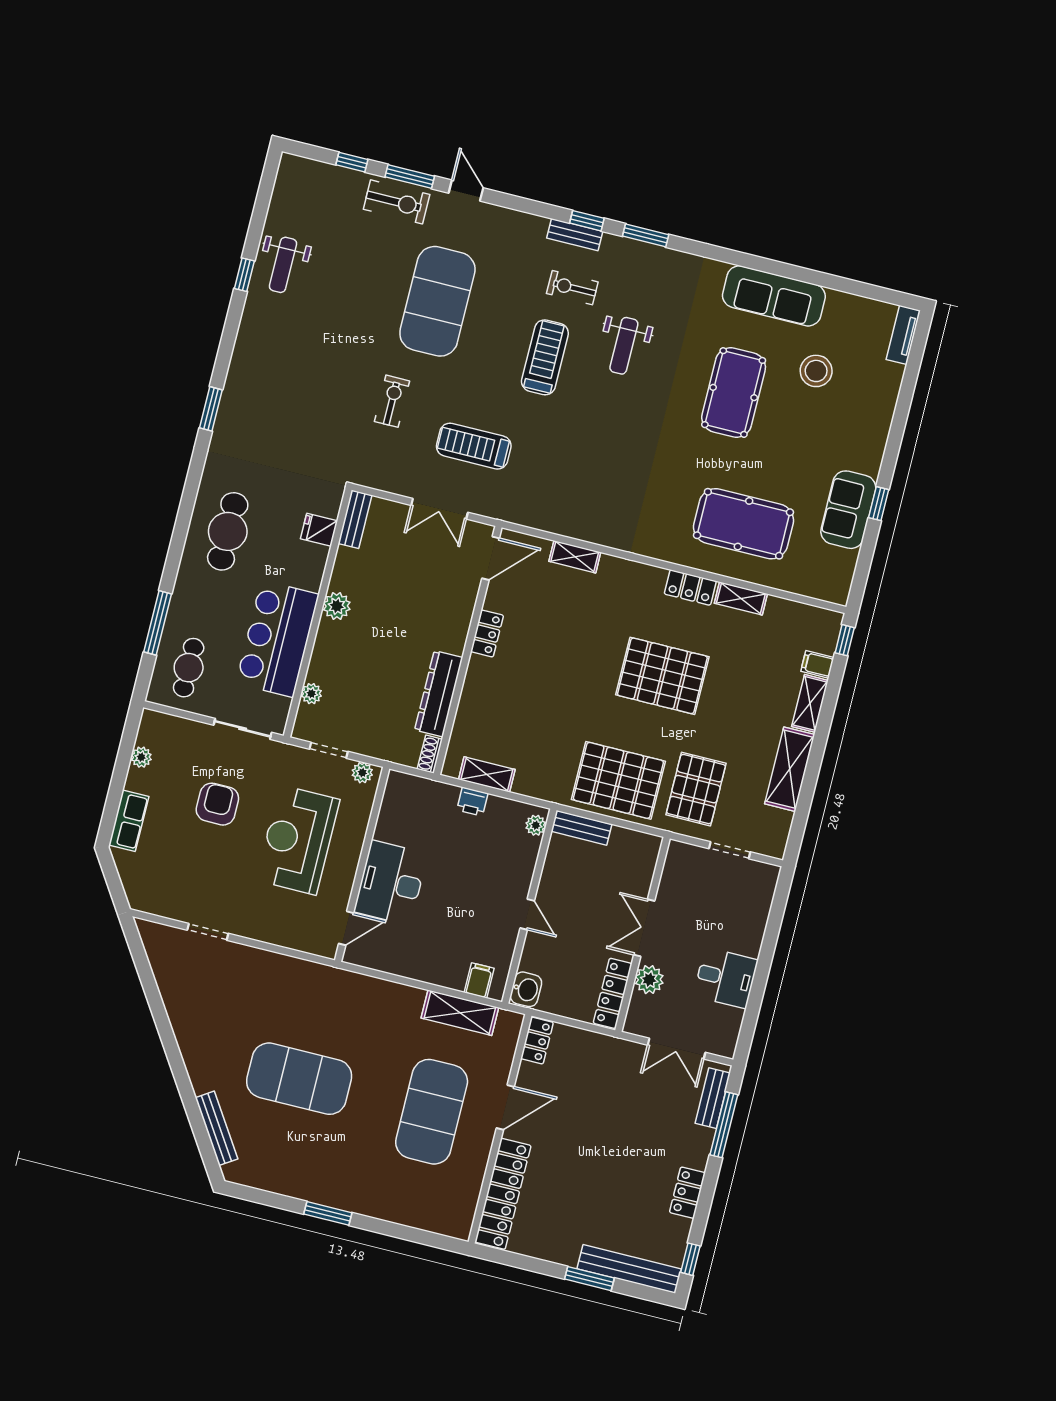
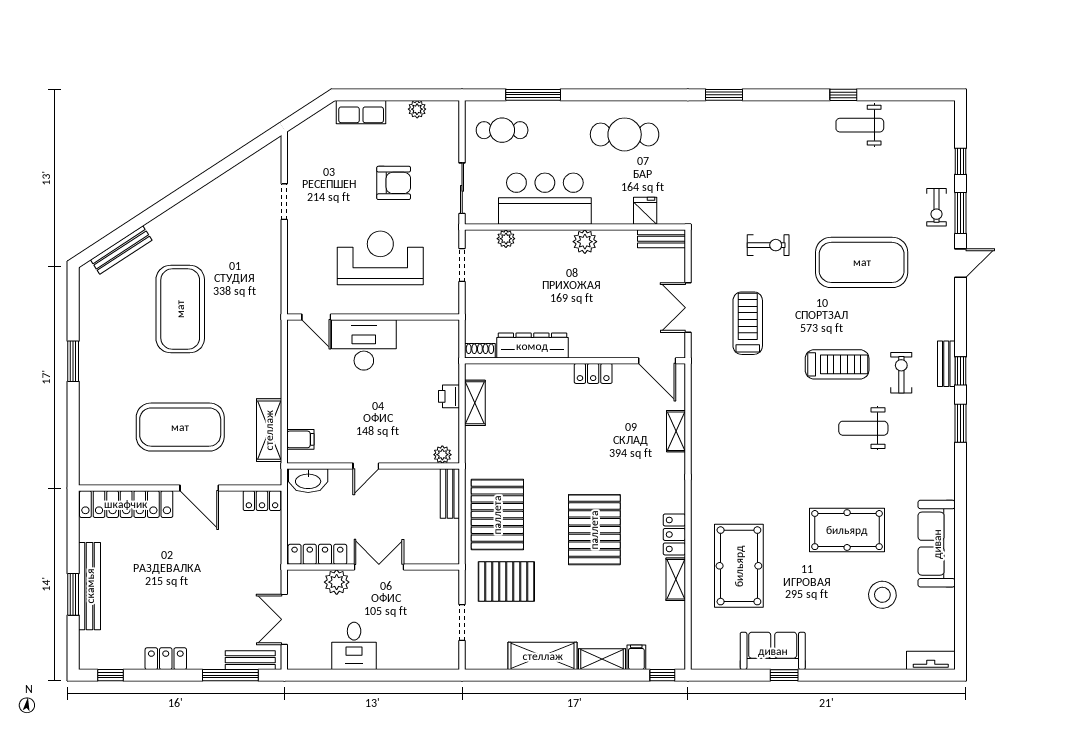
exercise bike: (397, 202) -> (937, 207), width x0.73, depth x0.72
plant: (362, 773) -> (450, 298), removed
washbasin: (526, 989) -> (308, 481), width x1.38
bench: (629, 1269) -> (90, 586), moved

